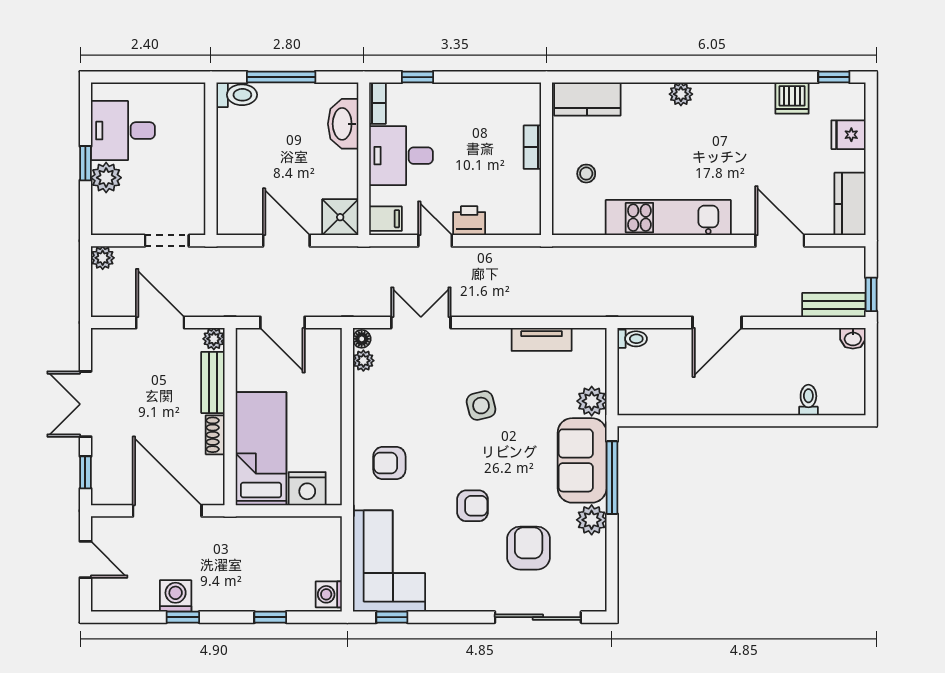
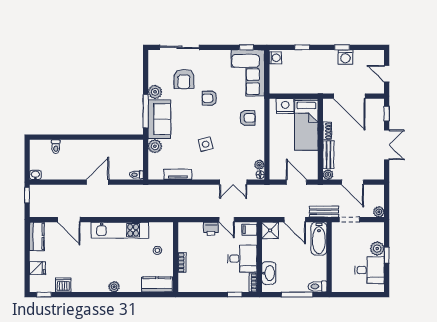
bathtub: (233, 199) -> (319, 239), added
bench: (834, 305) -> (324, 212), moved

